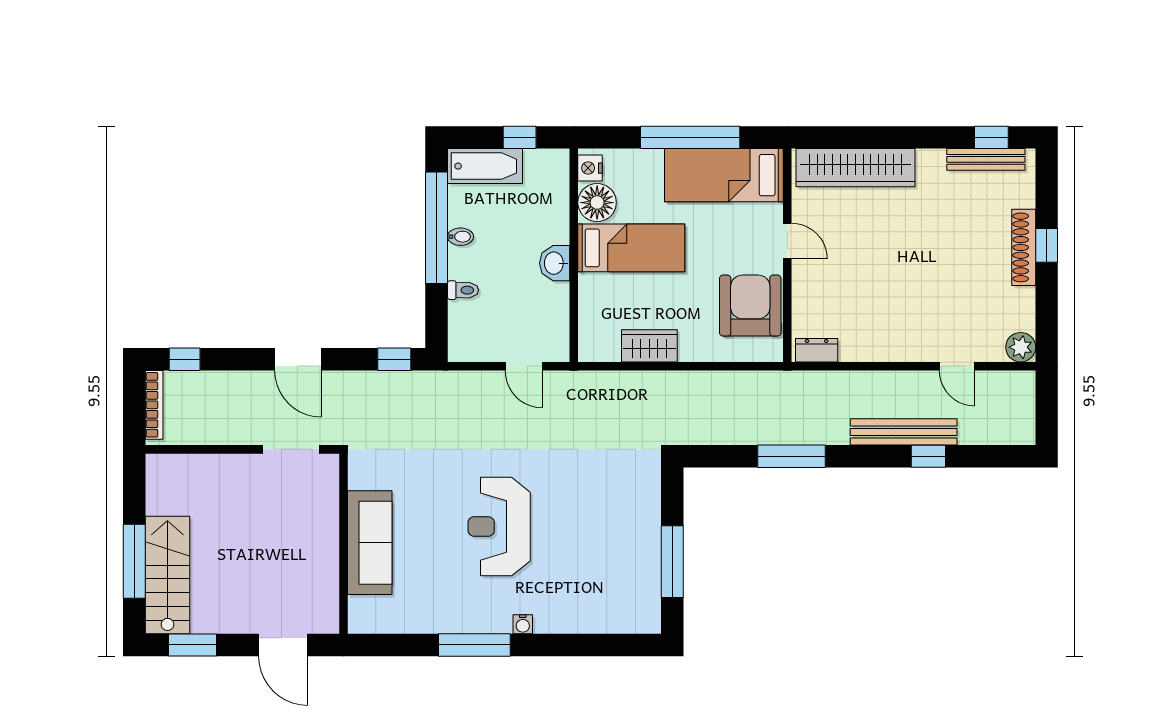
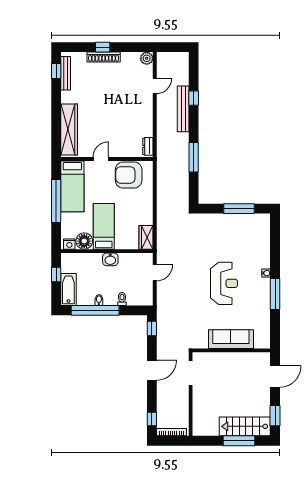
wardrobe: (649, 346) -> (146, 237), moved
reception desk: (499, 527) -> (224, 283), turned -90

